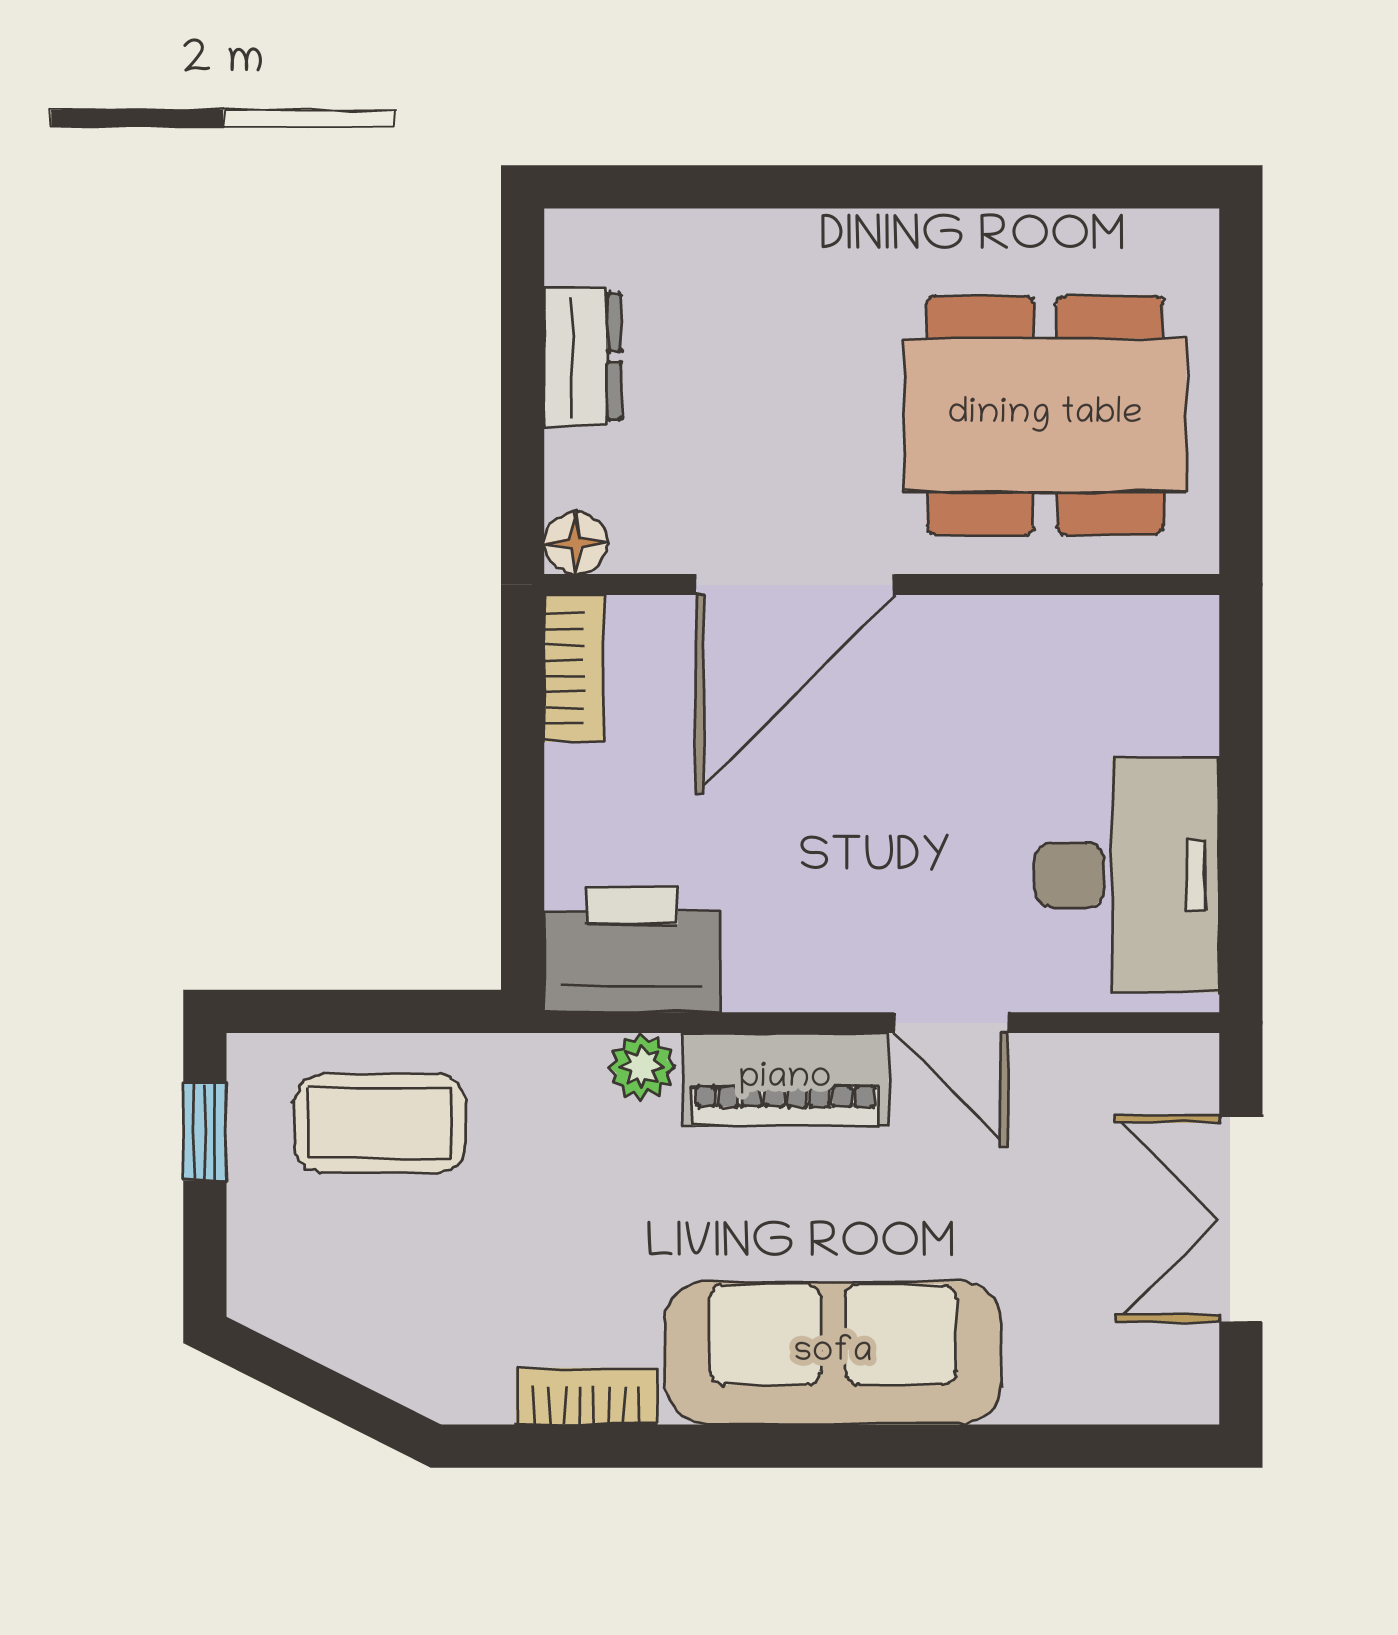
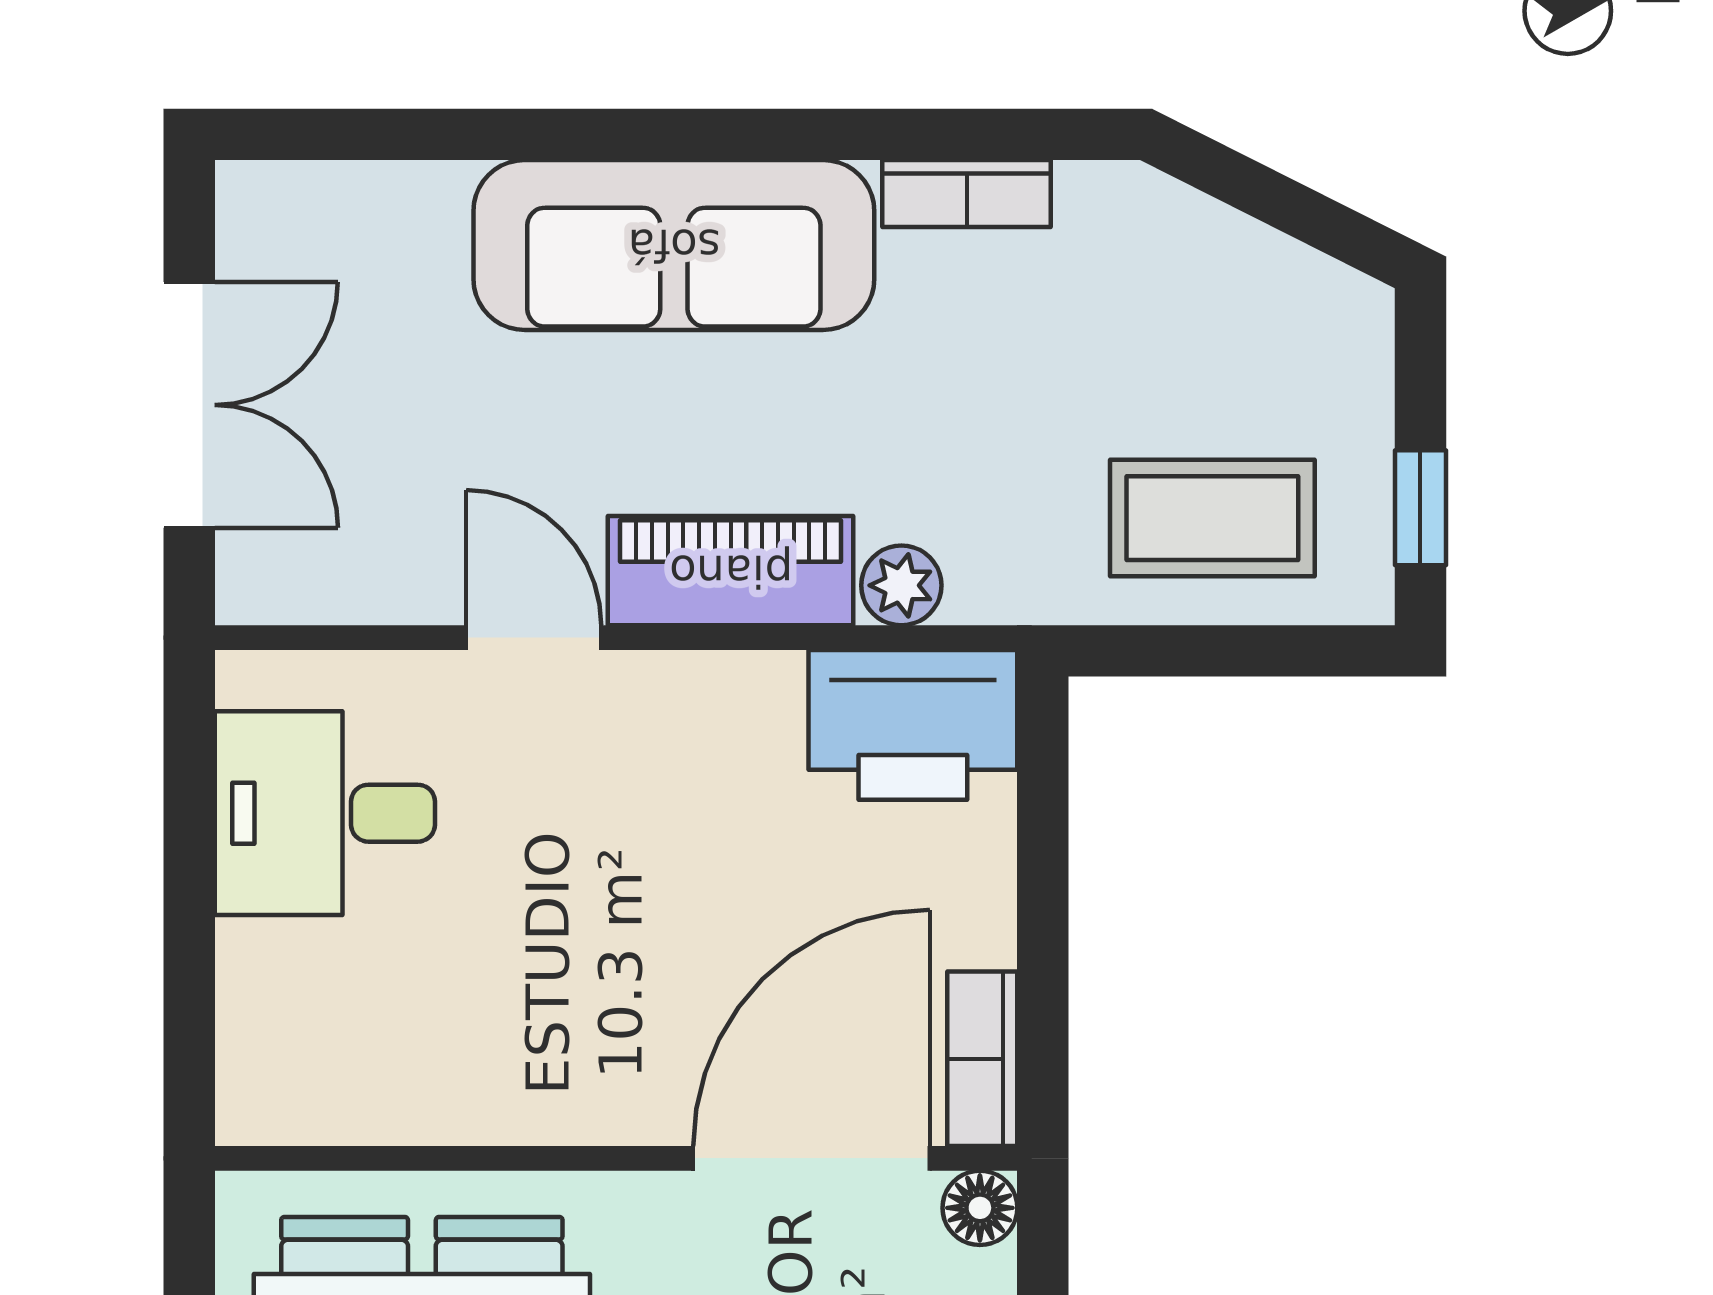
door: (795, 585) -> (812, 1158), moved
desk: (1127, 875) -> (325, 813), width x0.73

